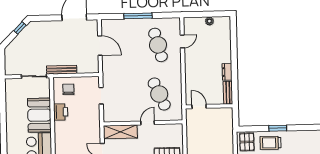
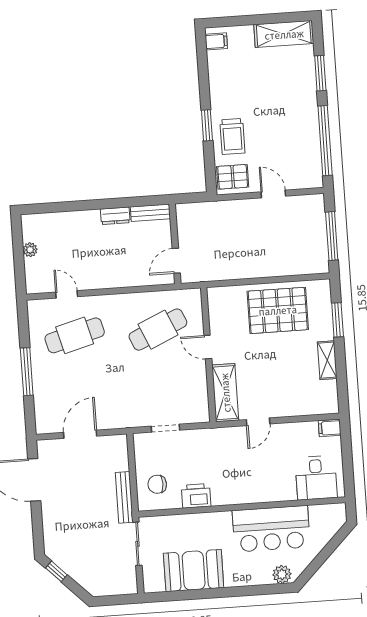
booth: (39, 115) -> (194, 571), moved

